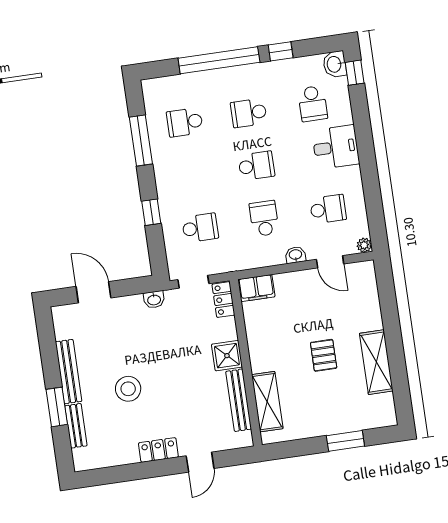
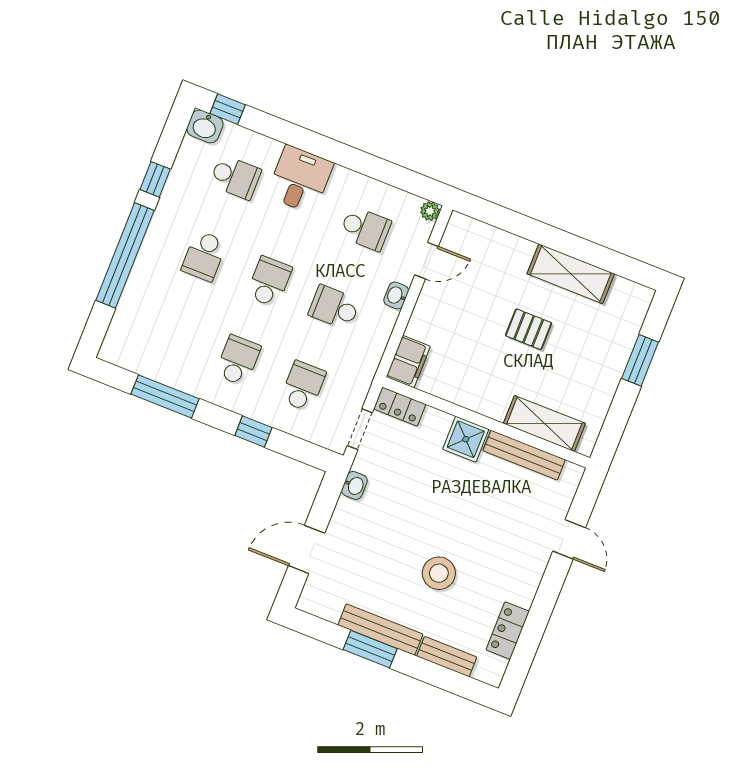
school desk: (185, 122) -> (238, 360), moved, turned 180
school desk: (328, 209) -> (365, 229), turned 90
window: (57, 407) -> (370, 649), moved
locker: (158, 450) -> (508, 631), moved

